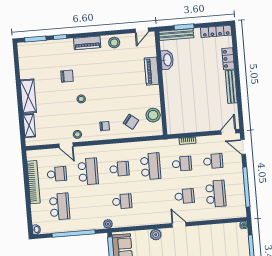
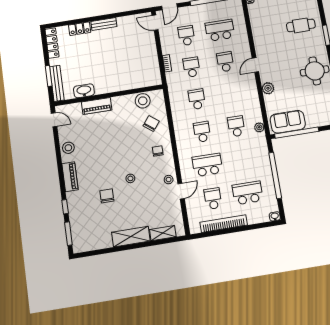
bench: (231, 87) -> (104, 24), width x0.73
school desk: (151, 166) -> (197, 99), width x0.54
plant: (108, 224) -> (259, 127), moved

